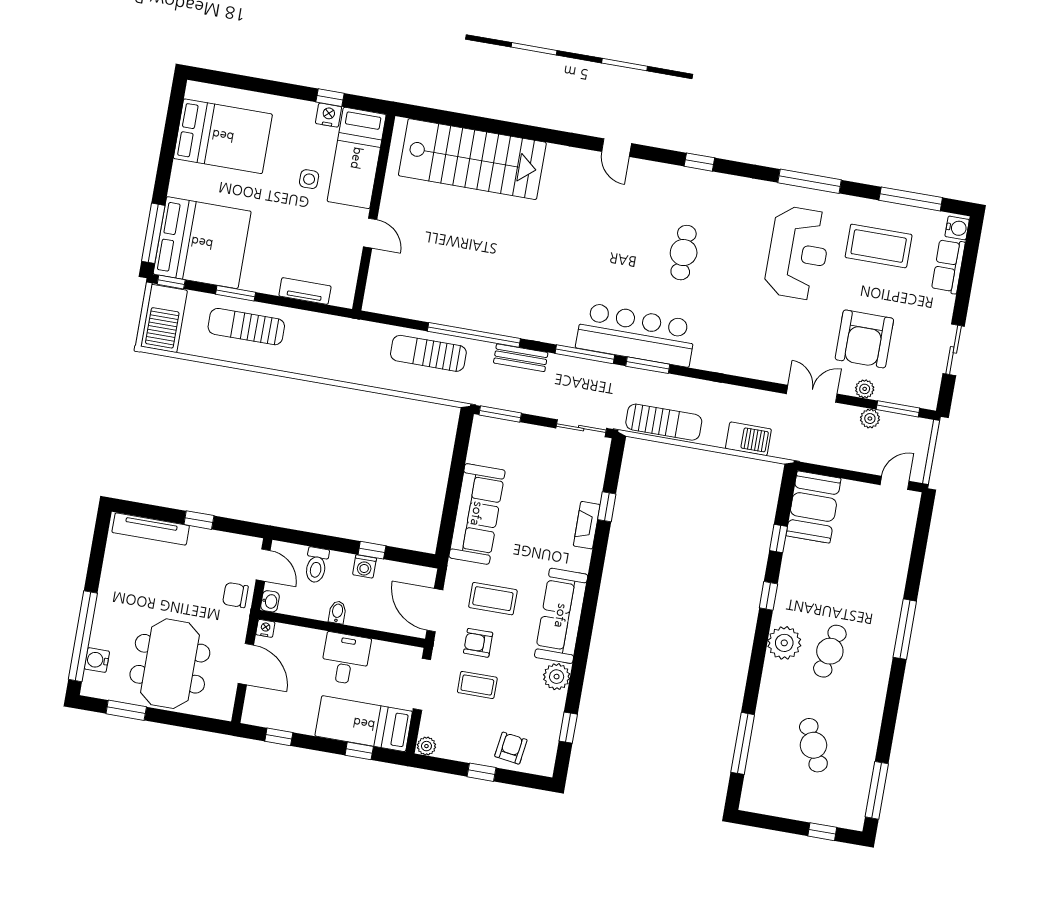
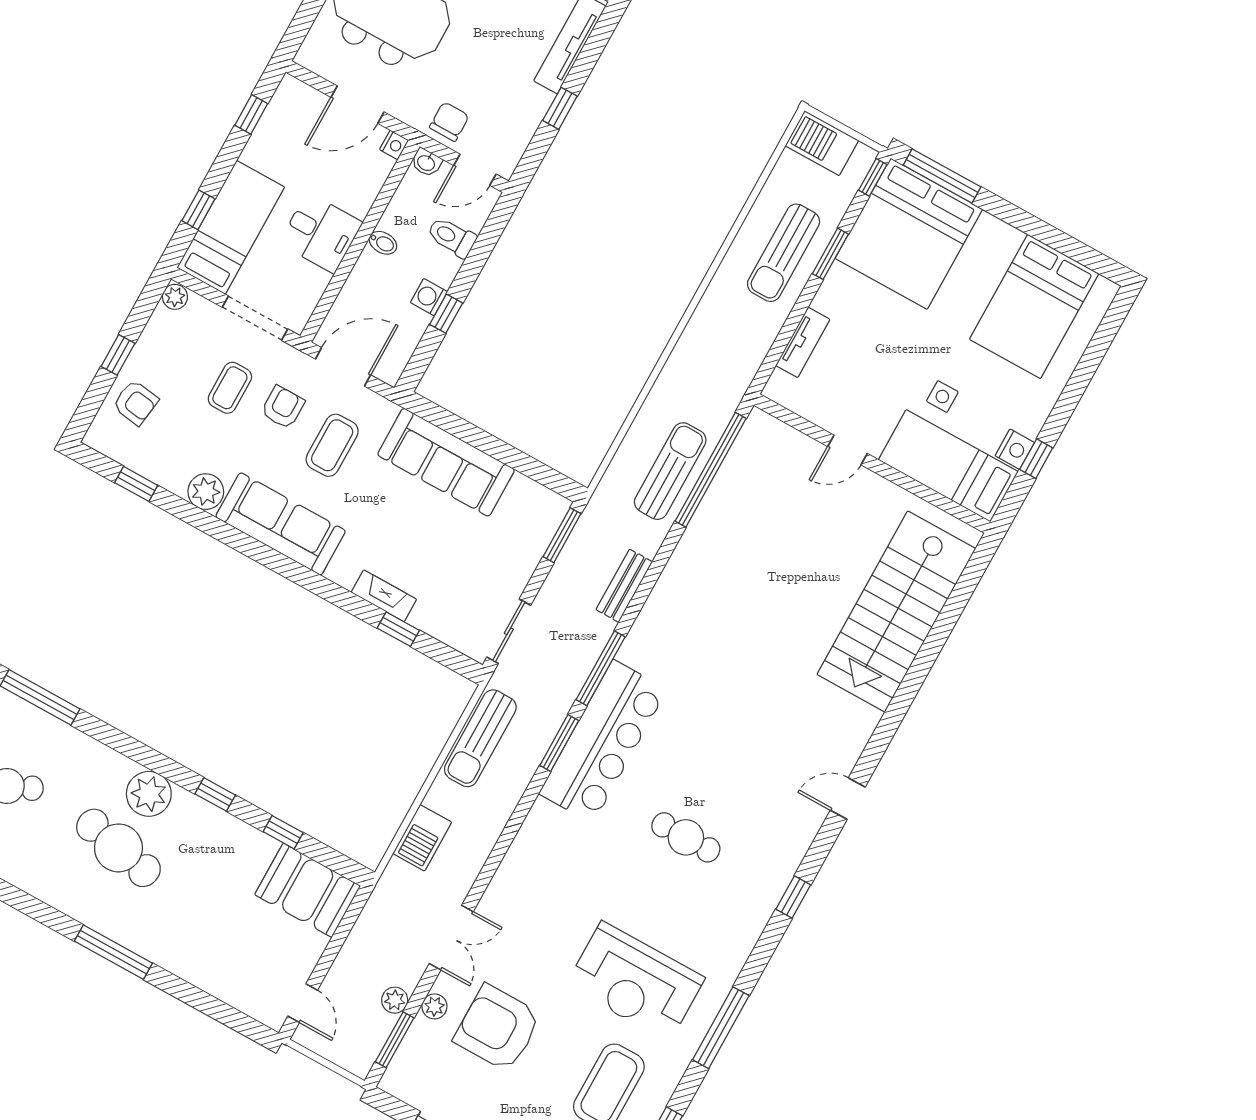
barbecue: (164, 318) -> (822, 143), width x0.73, depth x0.83
sun lounger: (246, 327) -> (784, 253), turned 180
window: (474, 335) -> (711, 470), moved
cafe table: (830, 651) -> (118, 848), width x1.37, depth x1.35

